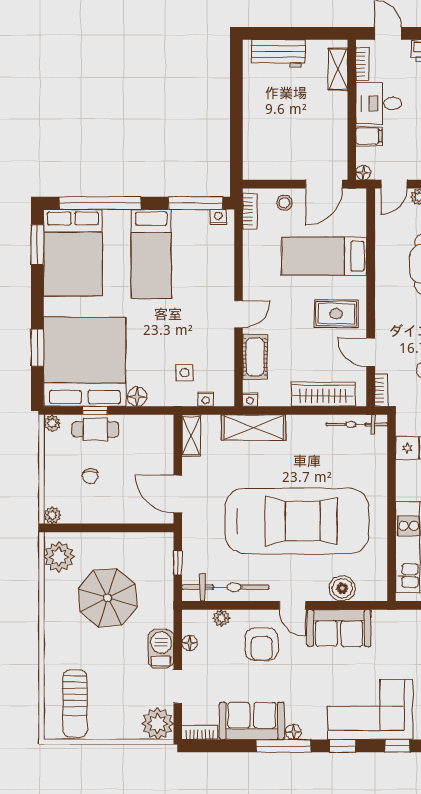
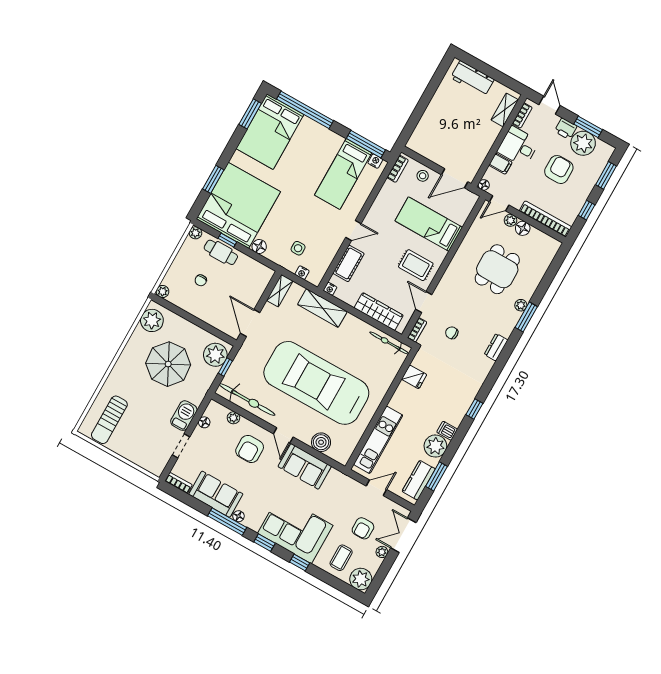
bed: (151, 254) -> (343, 174), moved
car: (297, 521) -> (316, 383), turned 180
plant: (158, 724) -> (215, 355), moved

